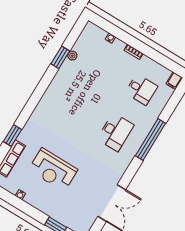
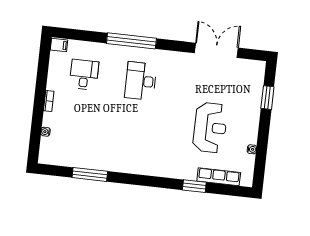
plant: (72, 56) -> (82, 163), removed
window: (60, 57) -> (90, 174), width x1.44
desk: (115, 132) -> (141, 81), turned -90

